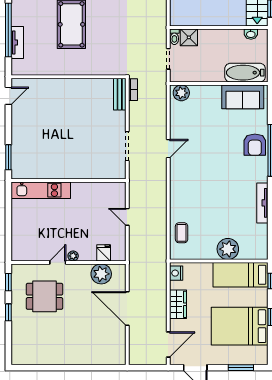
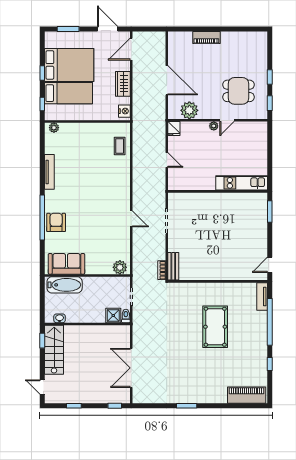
tv unit: (17, 43) -> (262, 296), moved
door: (168, 149) -> (131, 219), swing flipped
plant: (228, 249) -> (54, 128), moved, width x0.53, depth x0.53
fridge: (104, 253) -> (174, 129), moved
bed: (240, 275) -> (69, 93), moved
piano: (81, 358) -> (206, 38), added

